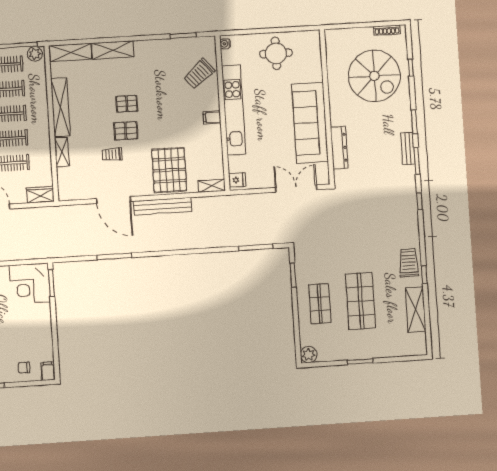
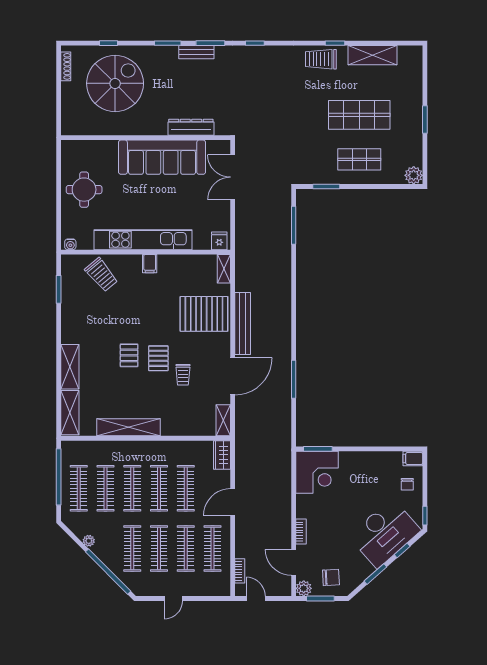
plant: (35, 54) -> (69, 451), removed
shelving: (62, 152) -> (223, 420), moved, turned 90

